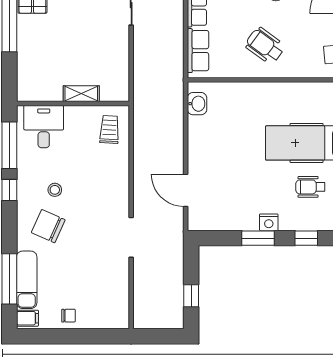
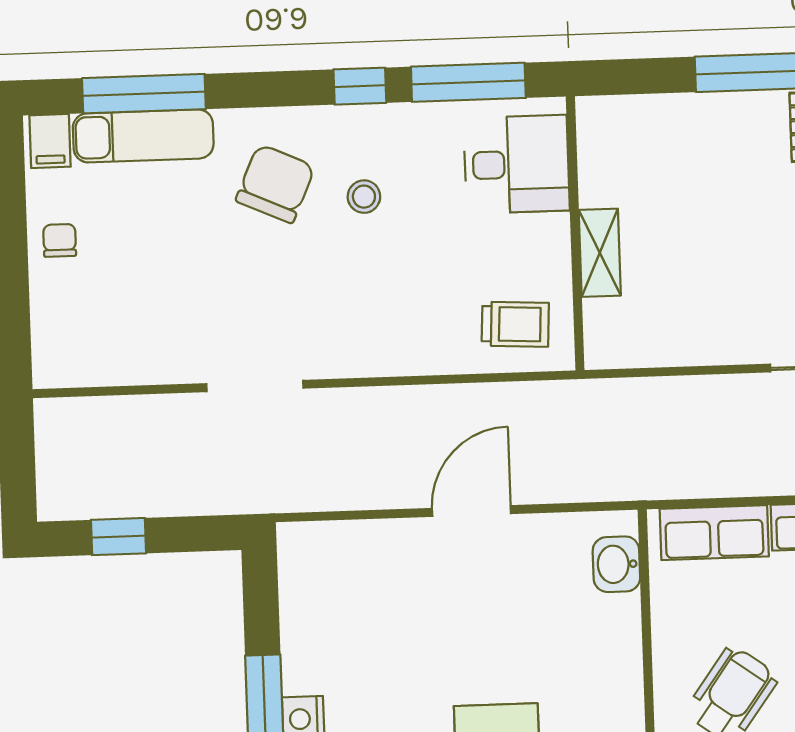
washbasin: (197, 104) -> (616, 564), moved, turned 90
door: (186, 190) -> (471, 511), moved
chair: (68, 316) -> (60, 240), turned 180

